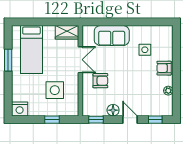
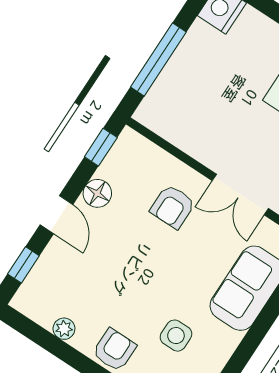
side table: (55, 90) -> (213, 104), removed
window: (52, 120) -> (158, 60), width x2.17
door: (130, 120) -> (56, 215), hinge flipped

